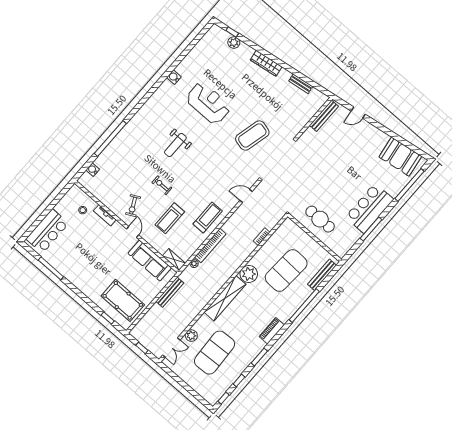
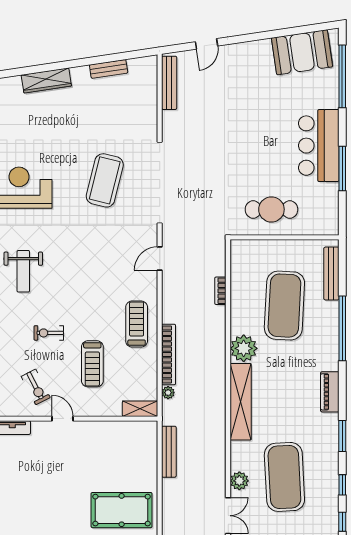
sofa: (150, 261) -> (112, 435), removed

